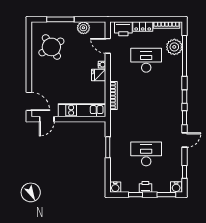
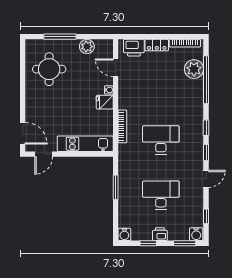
round table: (51, 47) -> (49, 69), turned 32
desk: (146, 60) -> (161, 140), moved

